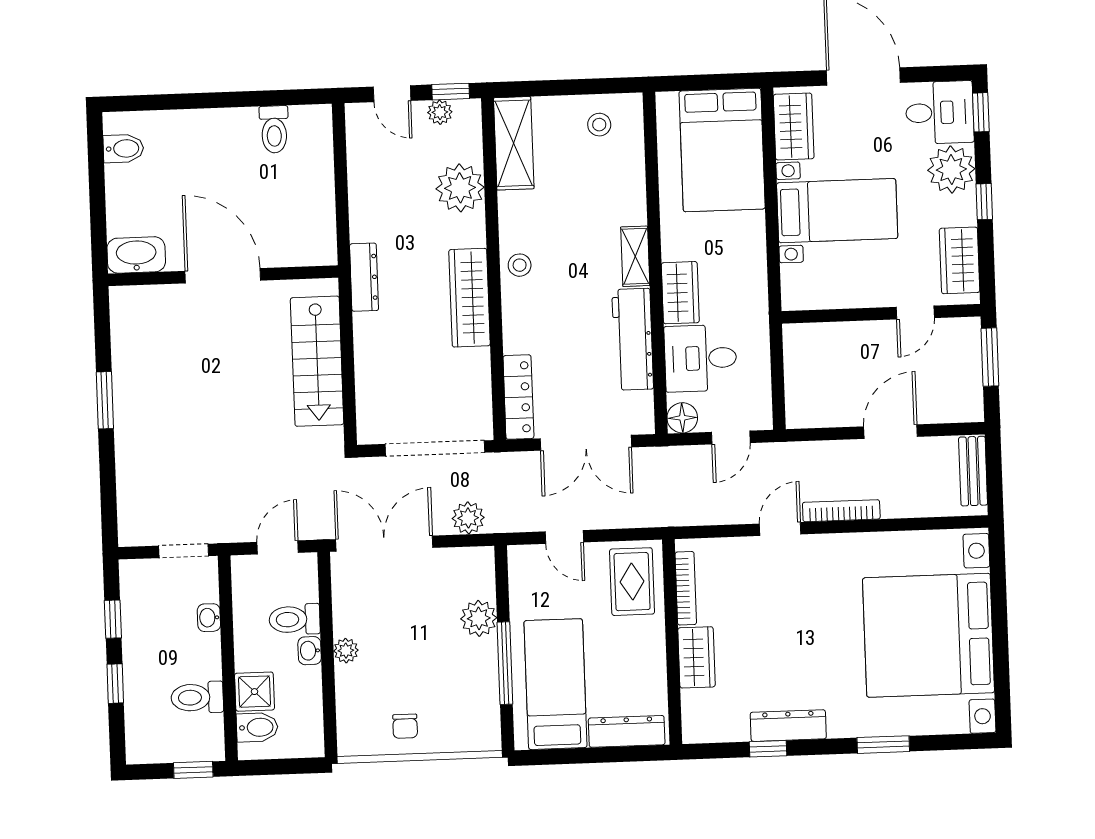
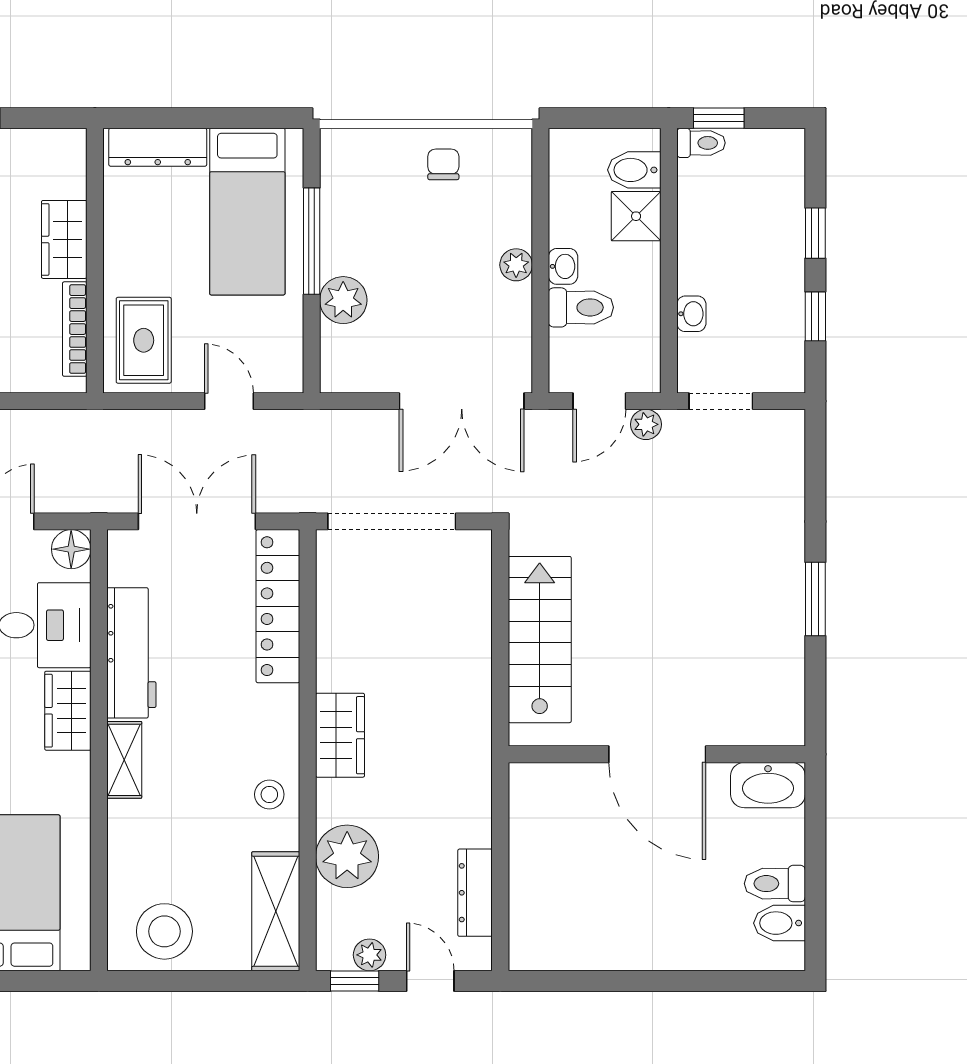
stool: (599, 125) -> (164, 931), width x1.89, depth x1.89
toilet: (274, 129) -> (775, 884), moved, turned -90
stool: (520, 265) -> (269, 794), moved
dresser: (364, 277) -> (475, 893), moved
wardrobe: (469, 298) -> (340, 735), width x0.67
locker: (518, 397) -> (278, 606), width x1.41, depth x1.21
plant: (468, 518) -> (646, 424), moved, width x0.73, depth x0.73
toilet: (197, 697) -> (701, 143), moved, width x0.73, depth x0.72

